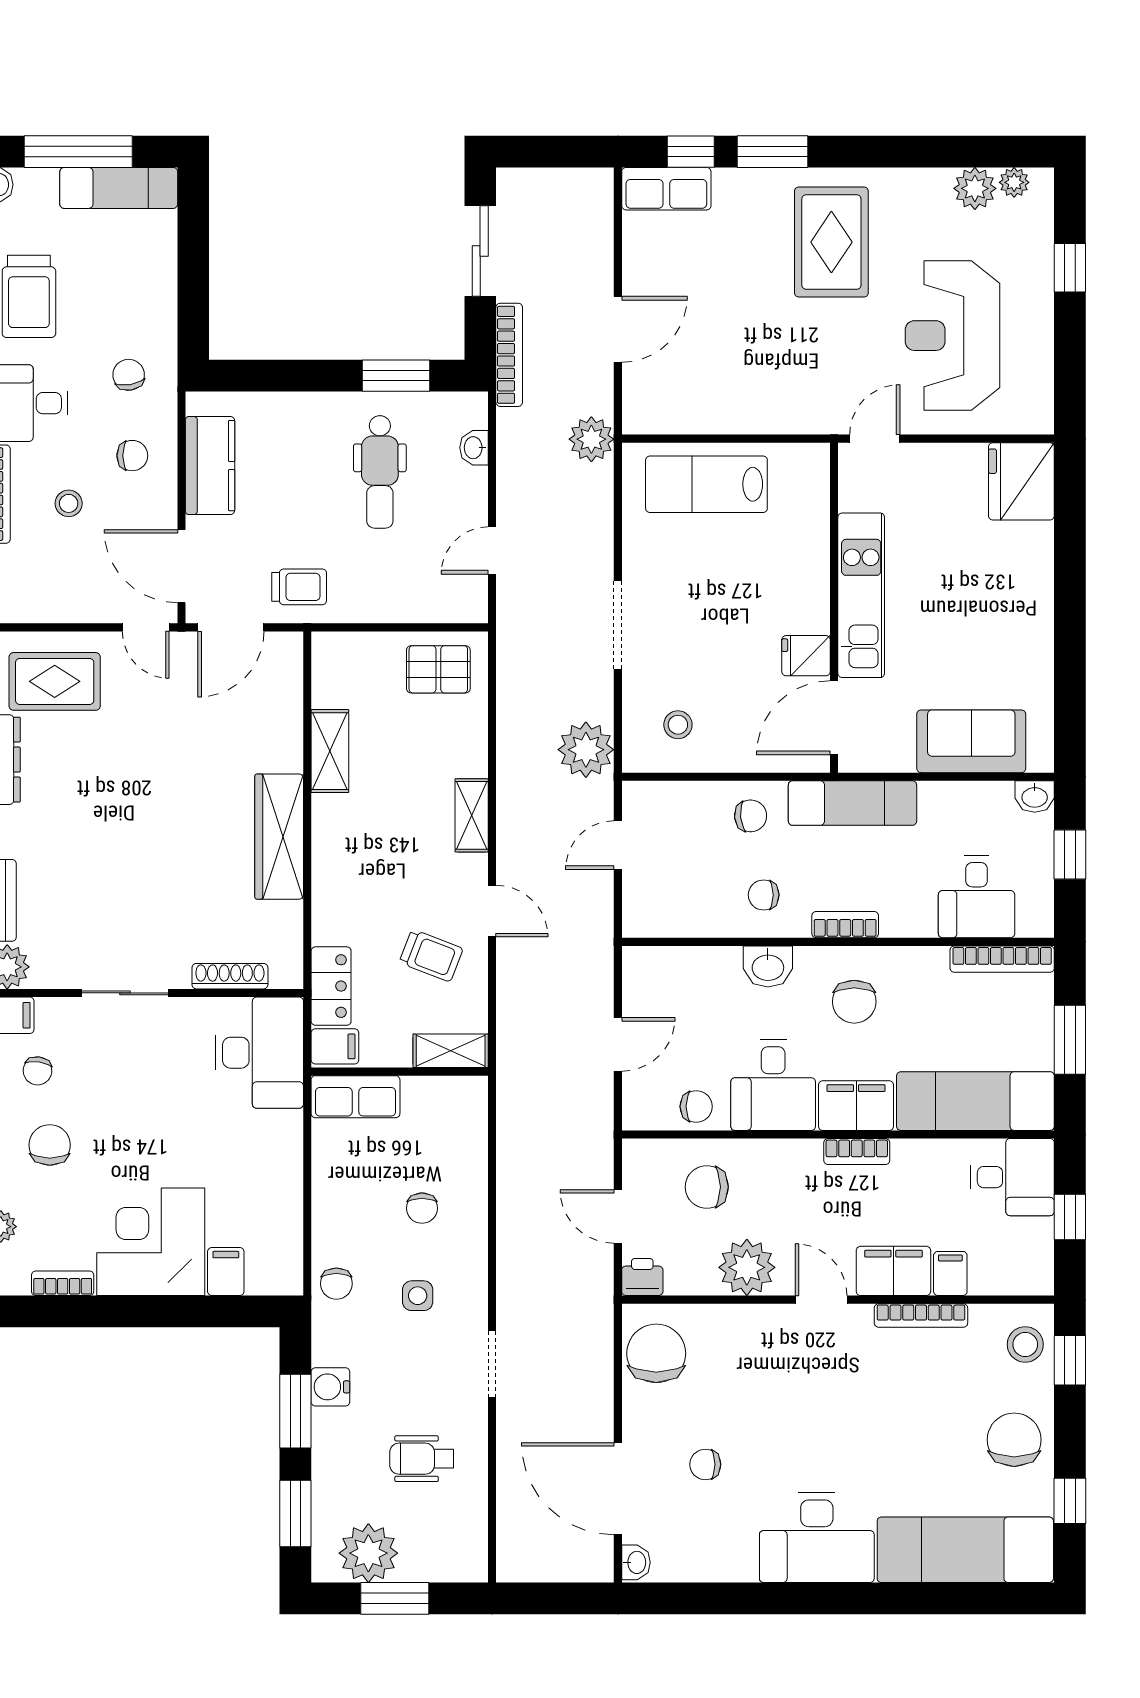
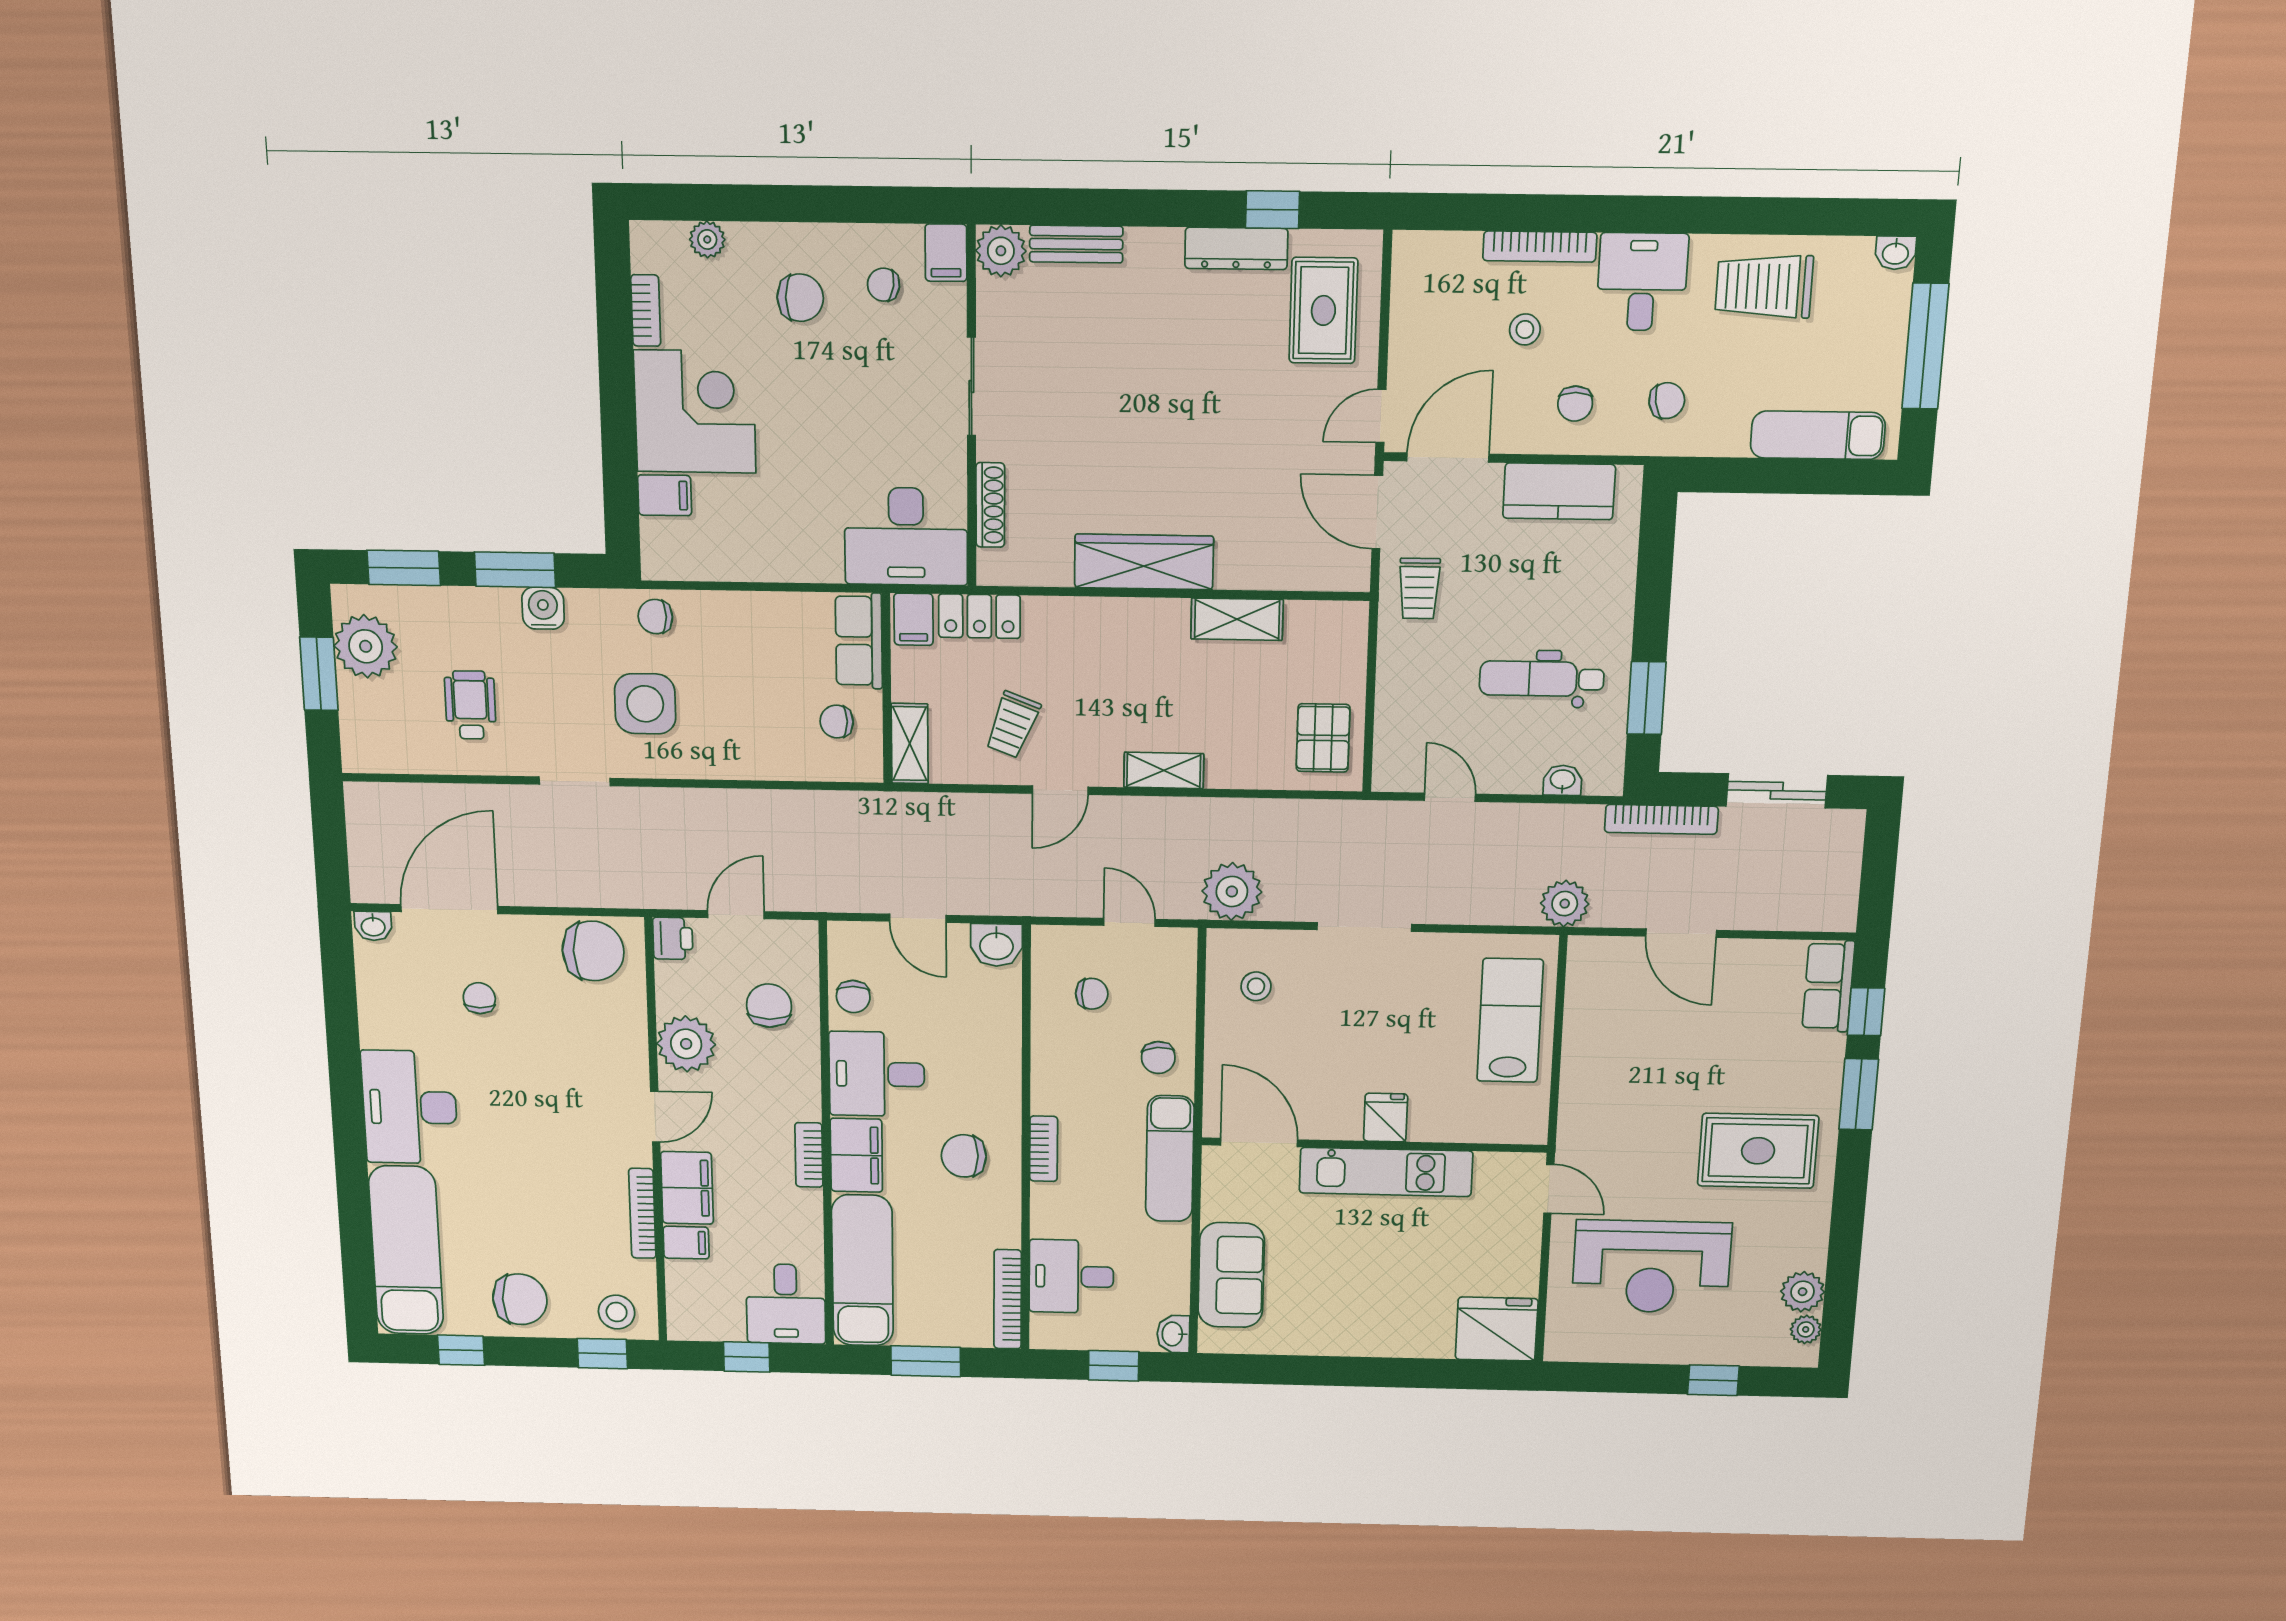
exam couch: (119, 188) -> (1818, 435), moved, turned 90
reception desk: (952, 336) -> (1651, 1267), turned 180
fridge: (806, 656) -> (1386, 1118), moved
chair: (764, 895) -> (1092, 994), moved, turned 90
washbasin: (768, 966) -> (996, 945), moved, turned -90
chair: (422, 1208) -> (837, 722), moved
side table: (418, 1296) -> (645, 704), width x1.87, depth x1.87

